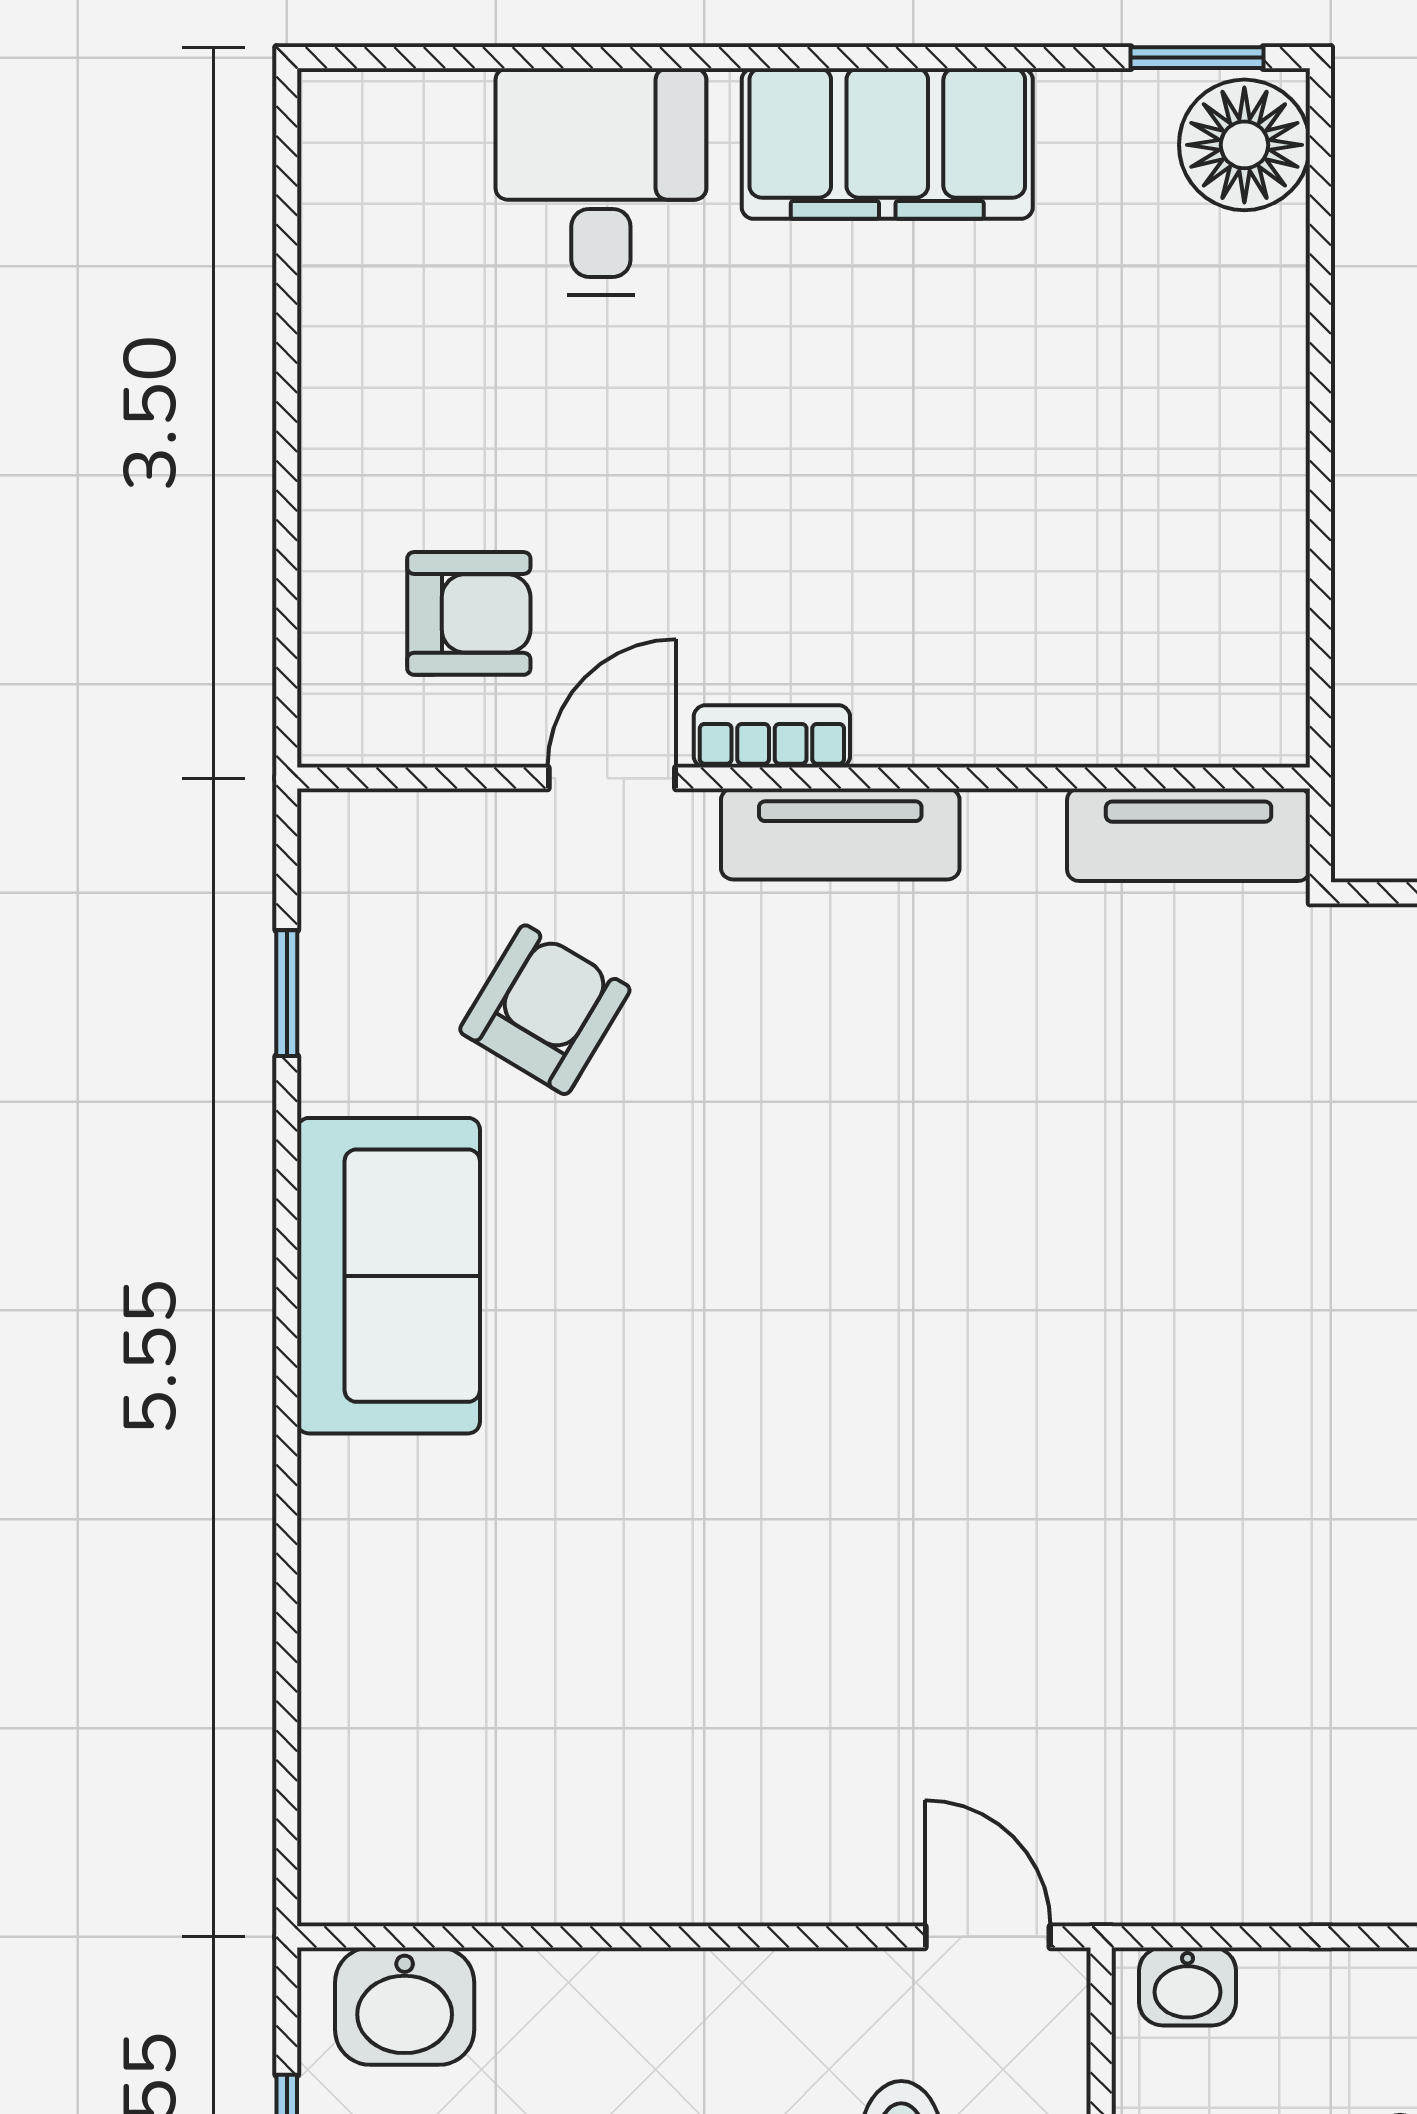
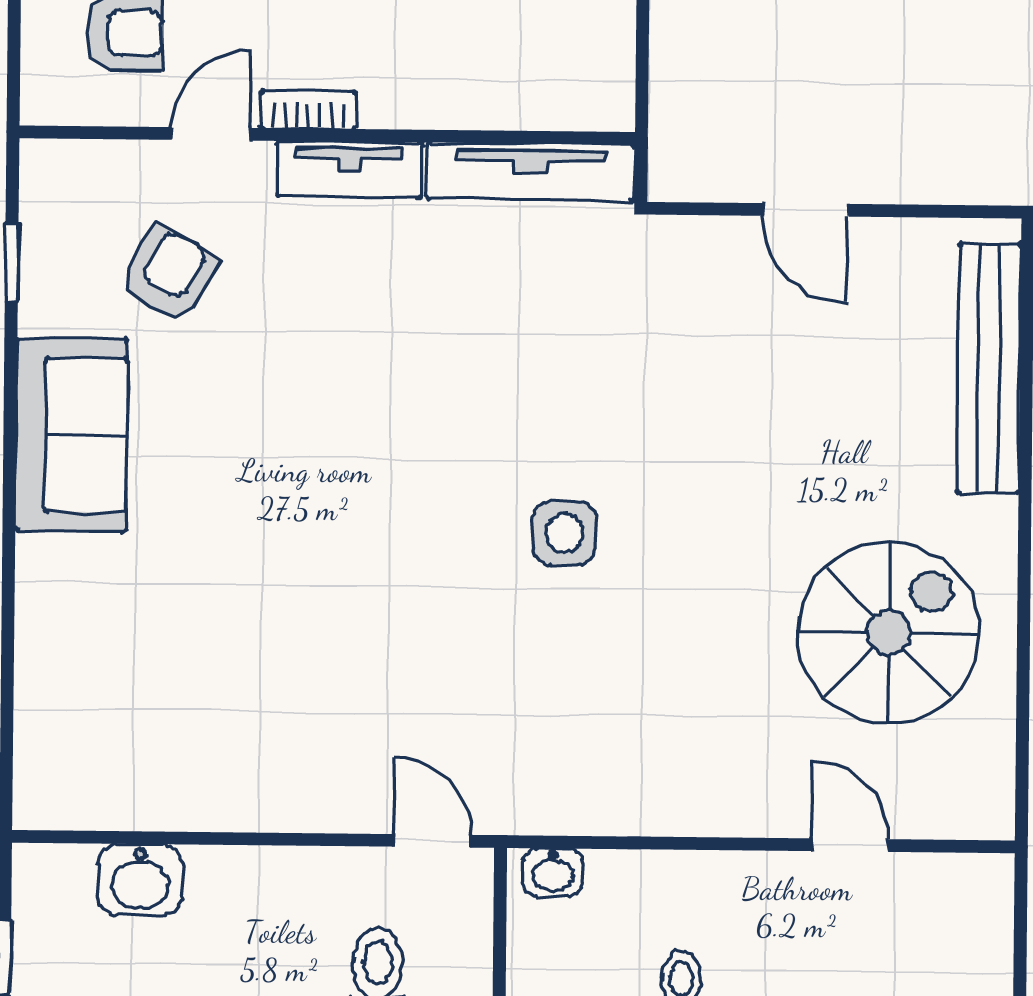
tv unit: (1189, 835) -> (531, 172), width x1.41
side table: (1201, 1428) -> (564, 533), added
washbasin: (405, 2006) -> (140, 880), moved

